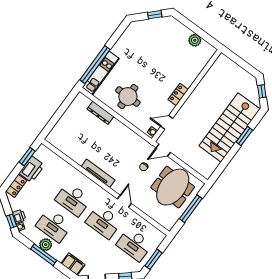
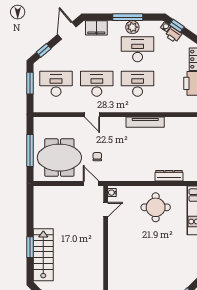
locker: (178, 94) -> (114, 241), removed
stairs: (230, 127) -> (43, 255), width x0.73, depth x0.66
door: (163, 150) -> (91, 184), hinge flipped
tv unit: (98, 173) -> (145, 122), moved
meeting table: (173, 187) -> (59, 158), turned 90

